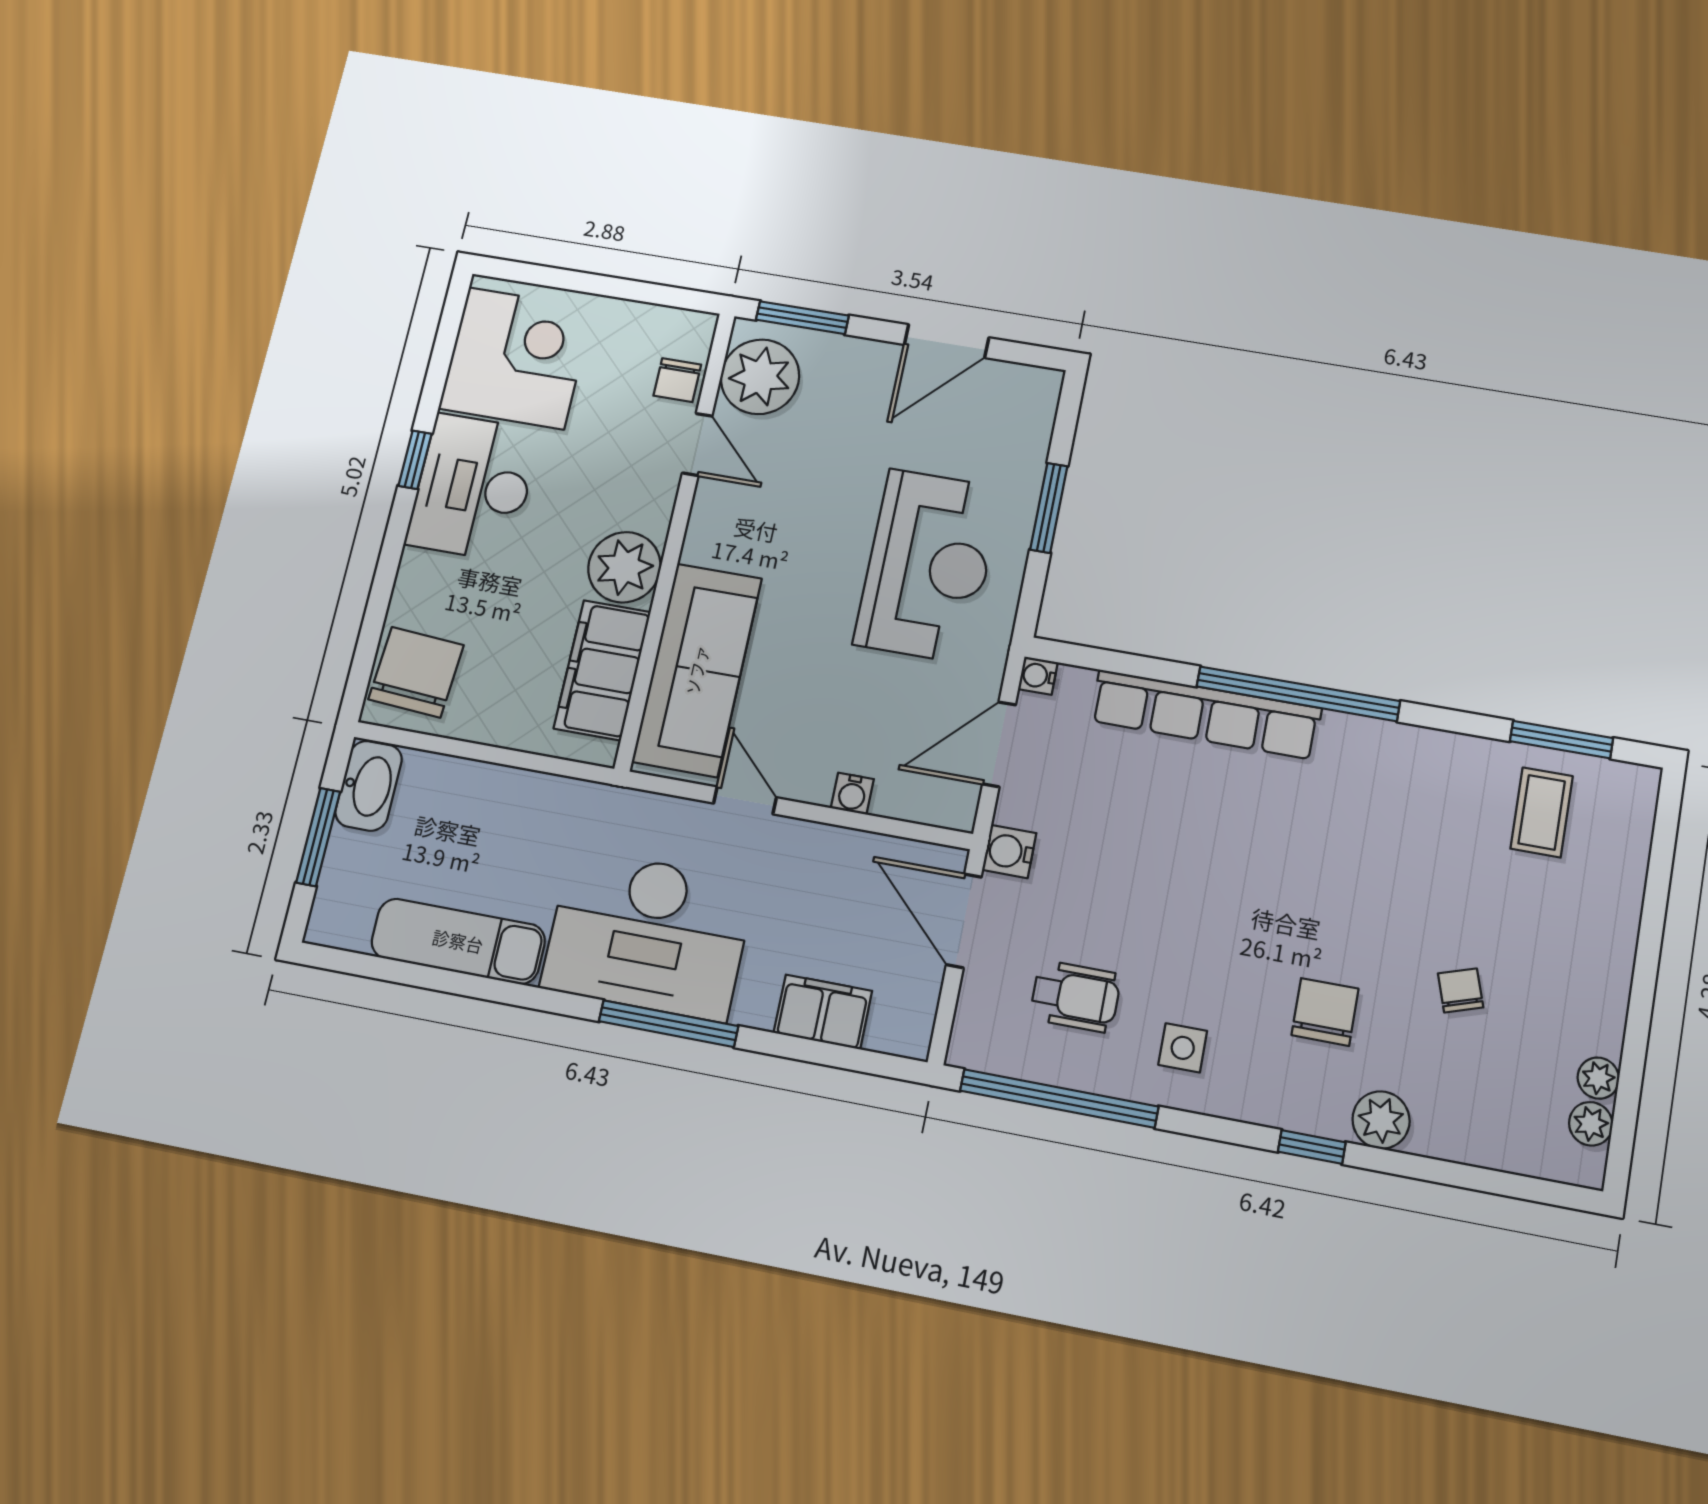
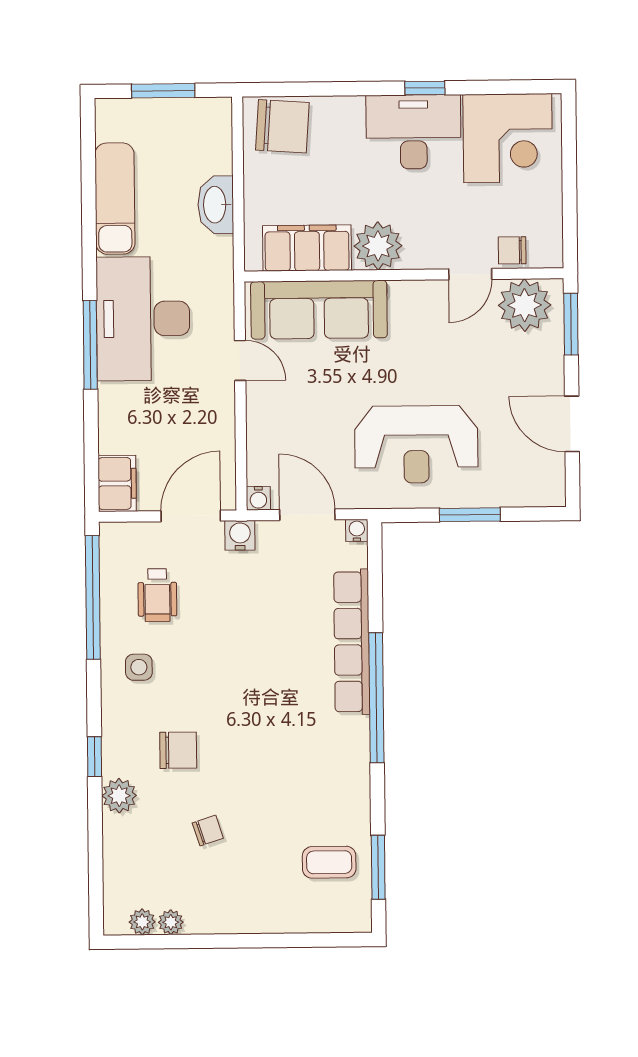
washbasin: (369, 786) -> (216, 205), moved, turned 90
water cooler: (852, 794) -> (258, 498), moved, turned -90
door: (745, 800) -> (240, 360), hinge flipped
filing cabinet: (823, 1012) -> (117, 483), moved

